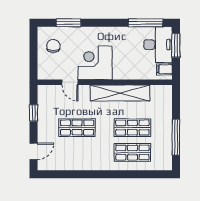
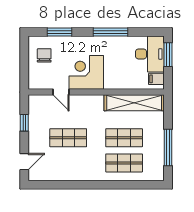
window: (146, 23) -> (110, 32), moved
shelving: (120, 93) -> (134, 103), moved

